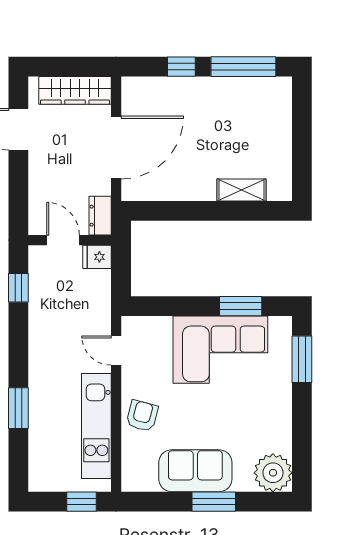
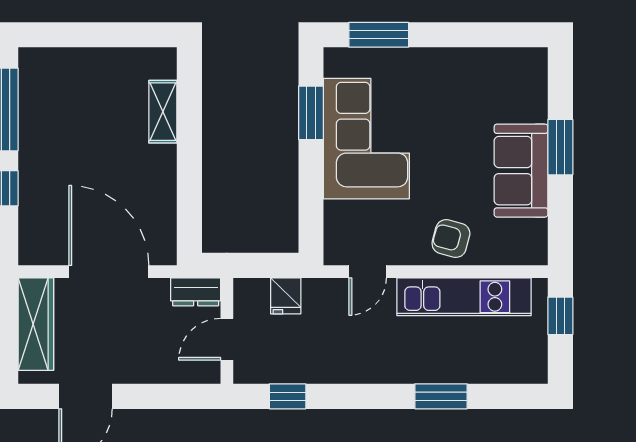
fridge: (97, 257) -> (286, 296), moved
plant: (273, 473) -> (524, 72), removed

